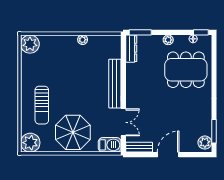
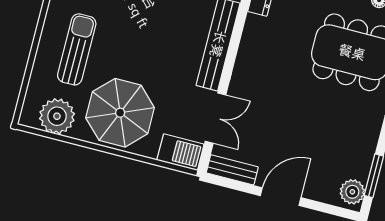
sun lounger: (42, 105) -> (77, 49), turned 180
plant: (30, 143) -> (57, 116), moved

